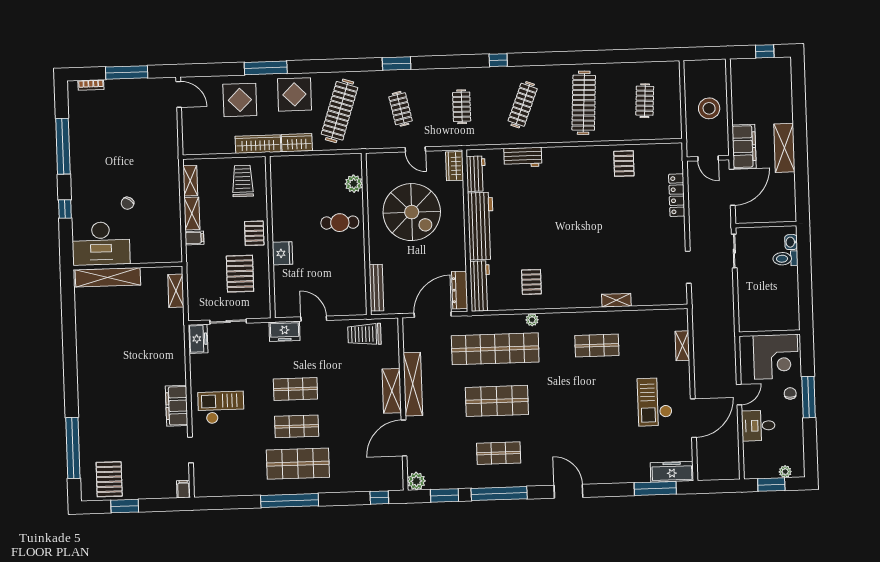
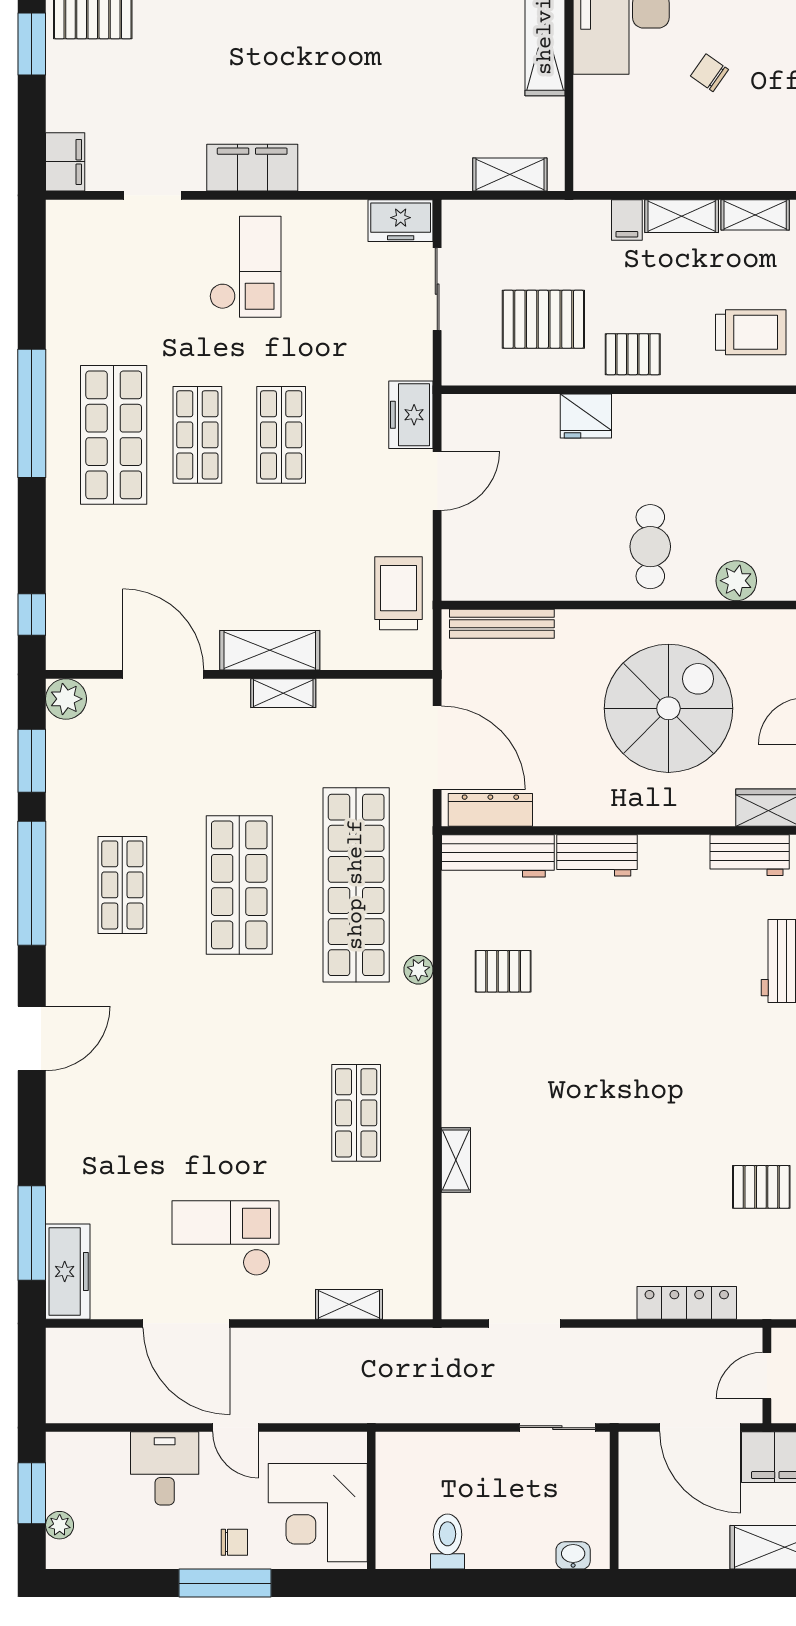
spiral stairs: (412, 212) -> (668, 708), turned 180
workbench: (481, 226) -> (597, 855), width x0.53, depth x0.76
toilet: (785, 259) -> (448, 1542), moved
shelving: (413, 384) -> (283, 693), width x0.45, depth x0.75
filing cabinet: (183, 489) -> (65, 162), width x2.00

